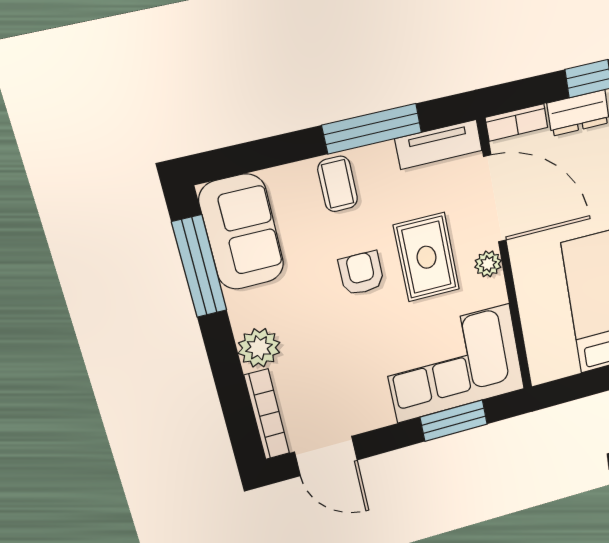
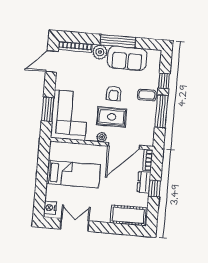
tv unit: (439, 145) -> (149, 132), removed
window: (282, 150) -> (164, 81), added
sofa: (242, 232) -> (127, 58), moved
window: (199, 266) -> (118, 41), moved
armchair: (361, 273) -> (114, 93), turned 90

